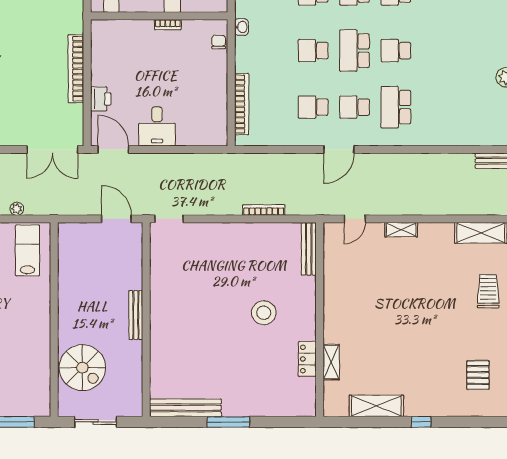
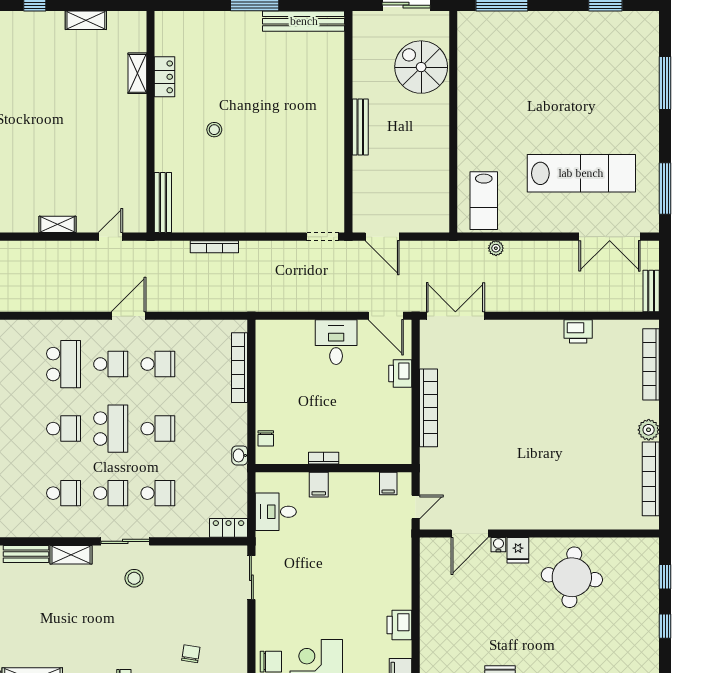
stool: (264, 313) -> (214, 130), width x0.53, depth x0.53
shelving: (376, 406) -> (86, 20), width x0.67, depth x0.75

